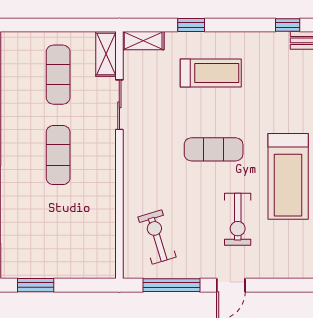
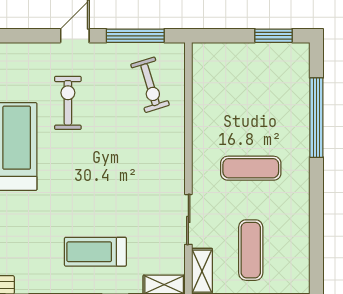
exercise mat: (214, 149) -> (92, 174), removed
exercise mat: (58, 155) -> (251, 168), turned 90

